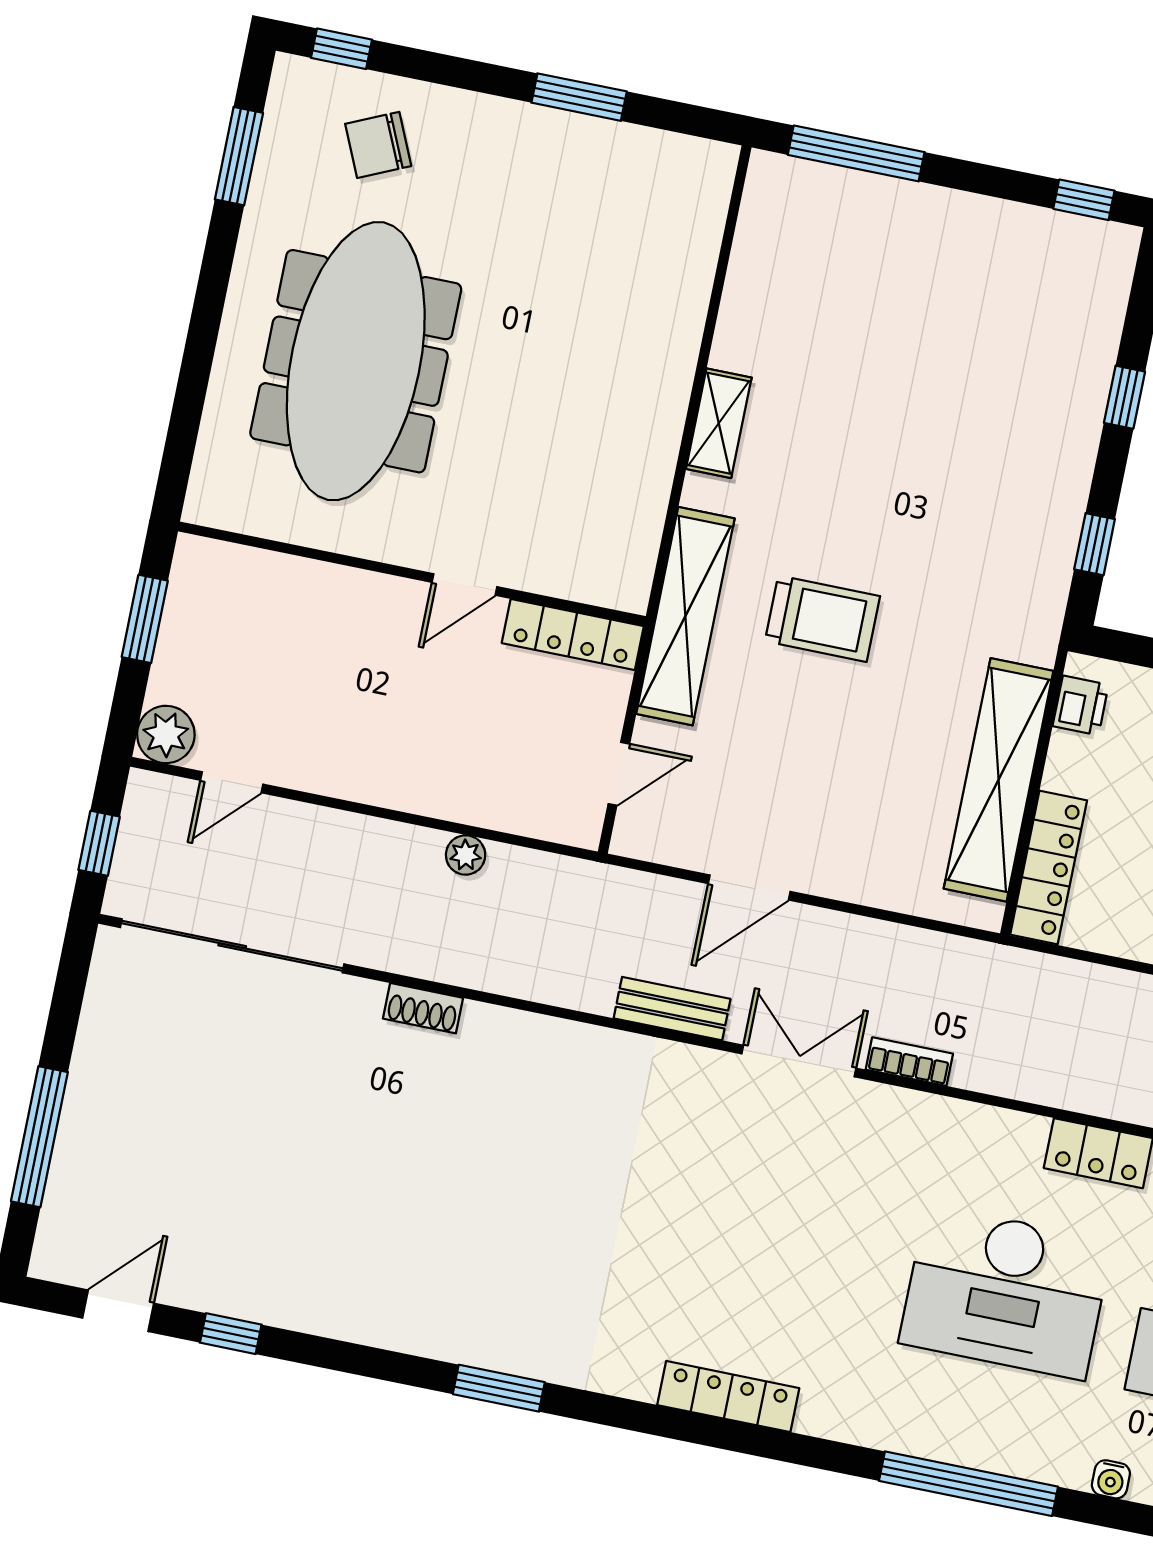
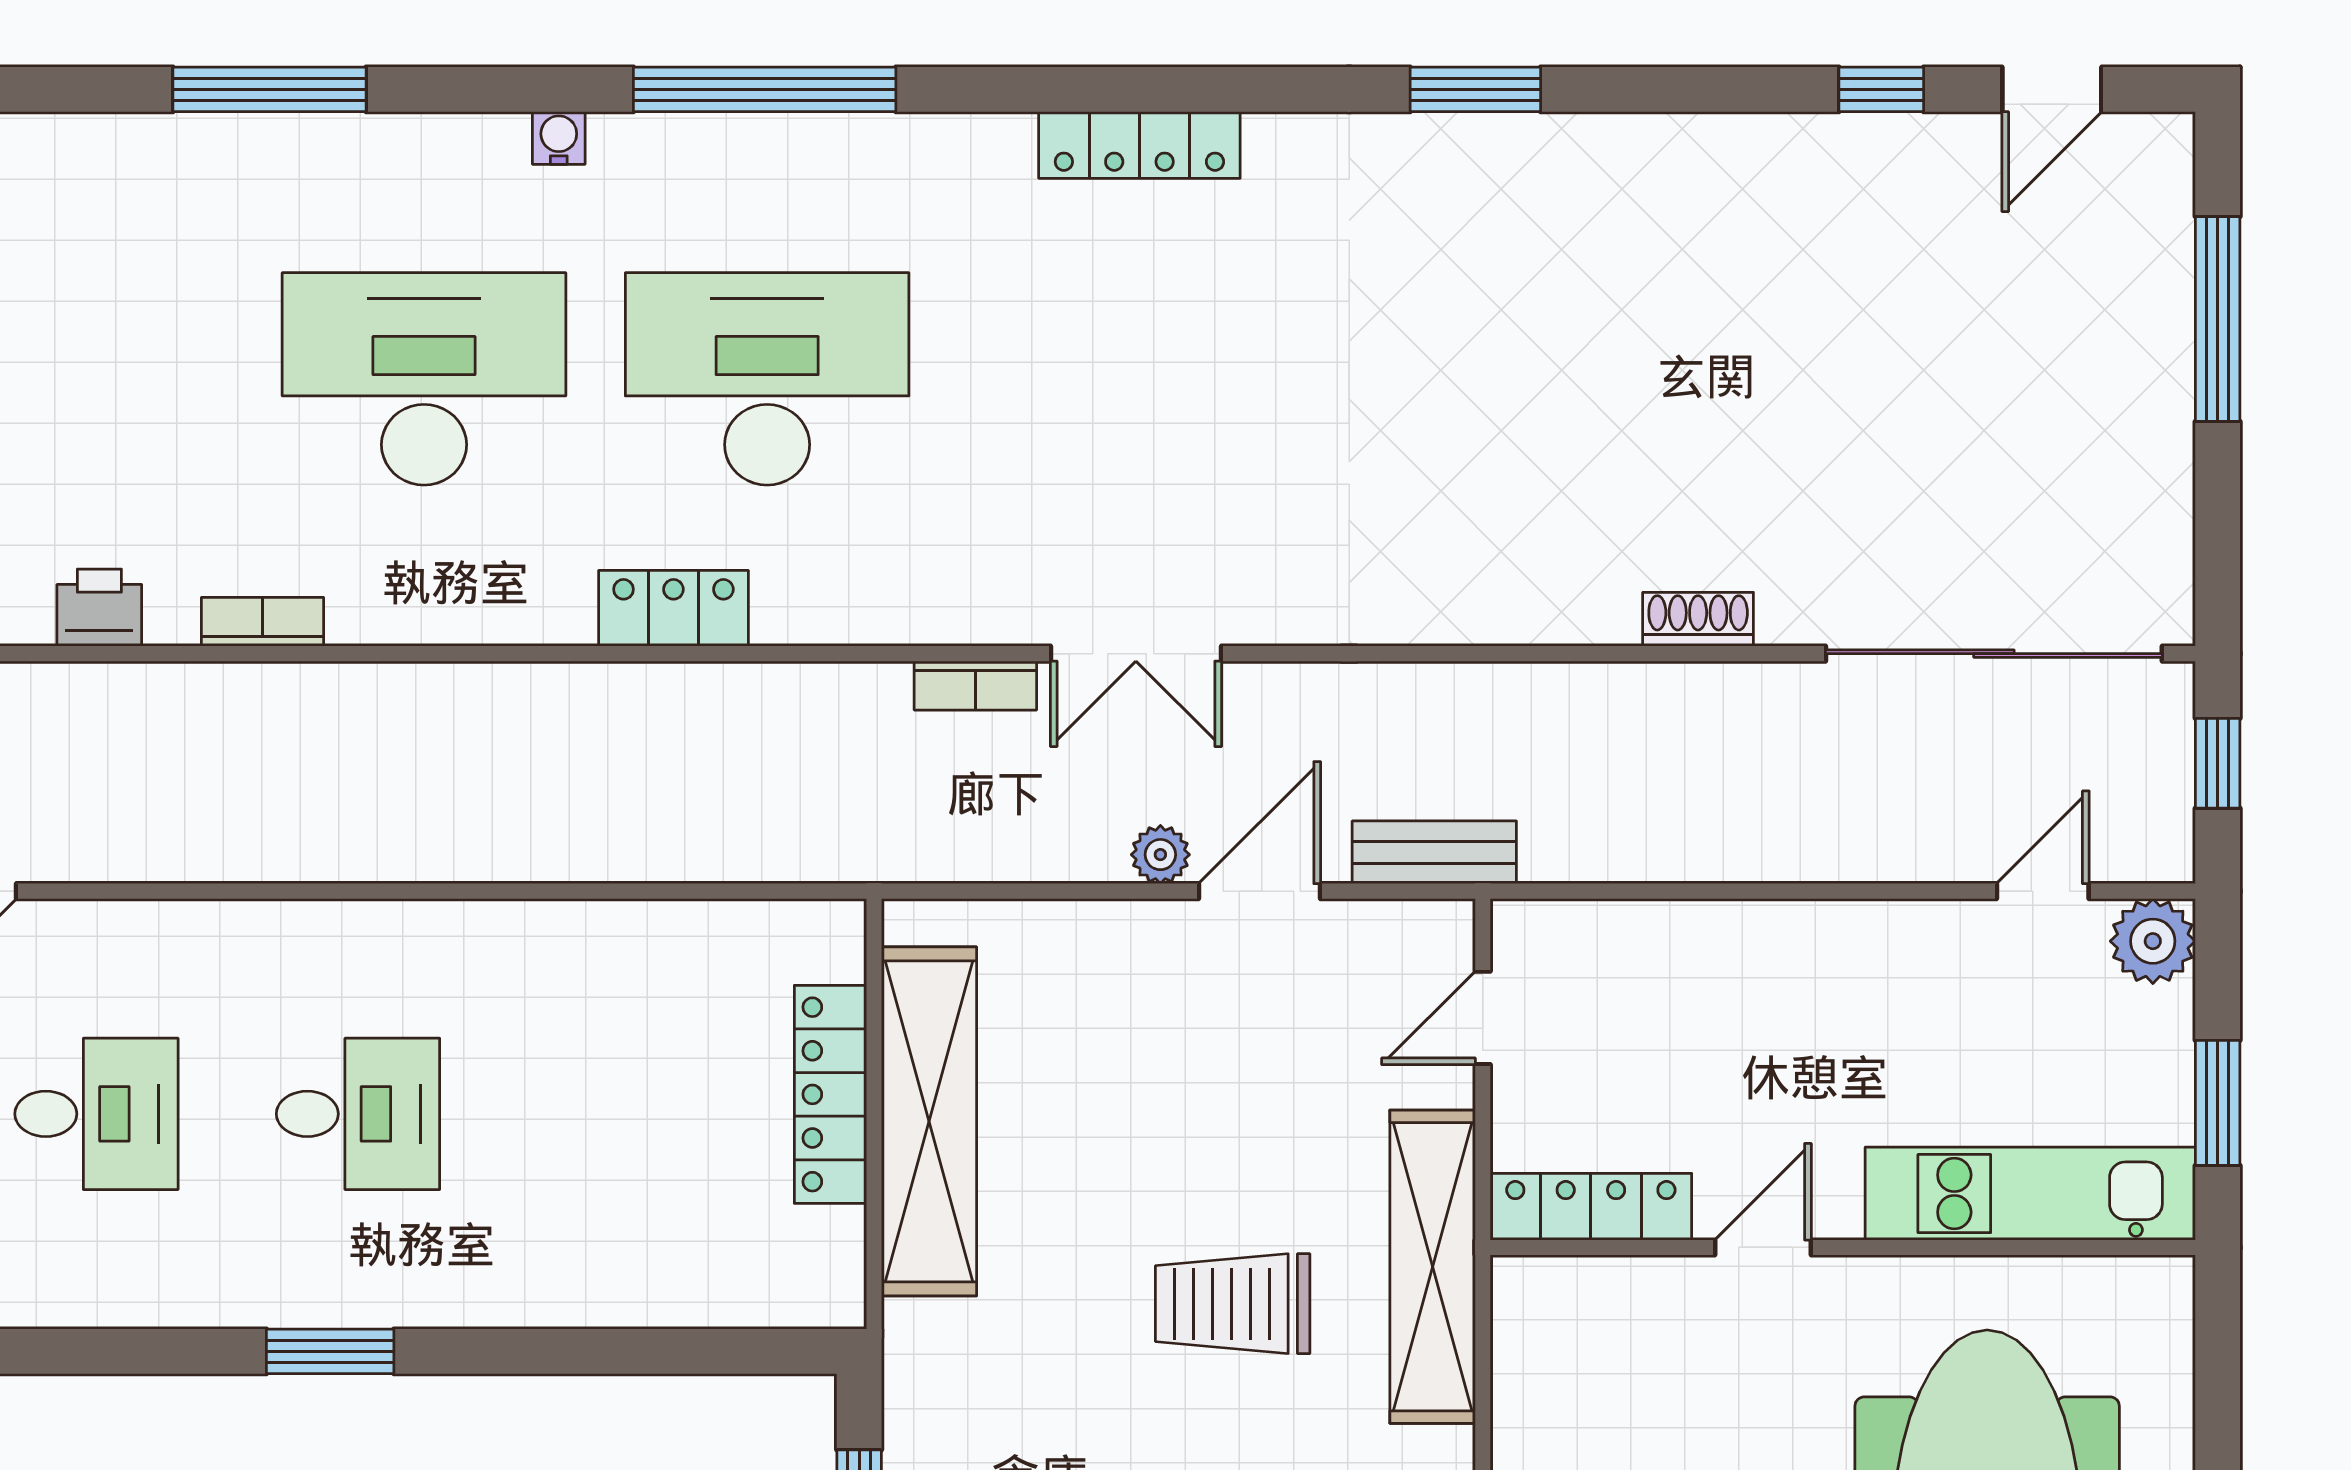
kitchen unit: (281, 584) -> (2030, 1194), added
printer: (1081, 705) -> (832, 1254), removed
plant: (466, 855) -> (1160, 855), moved
locker: (1049, 867) -> (830, 1094), moved
bench: (672, 1009) -> (1434, 852), moved

